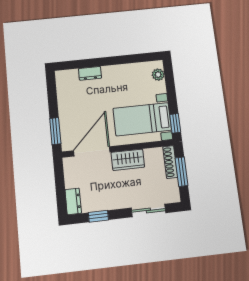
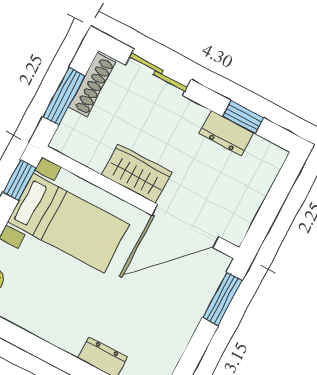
shoe rack: (170, 162) -> (92, 85), moved
dresser: (73, 201) -> (226, 133), moved, turned -90

